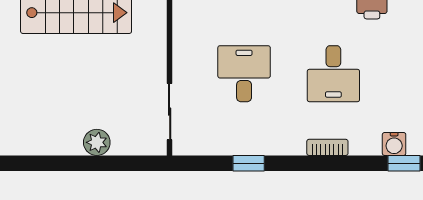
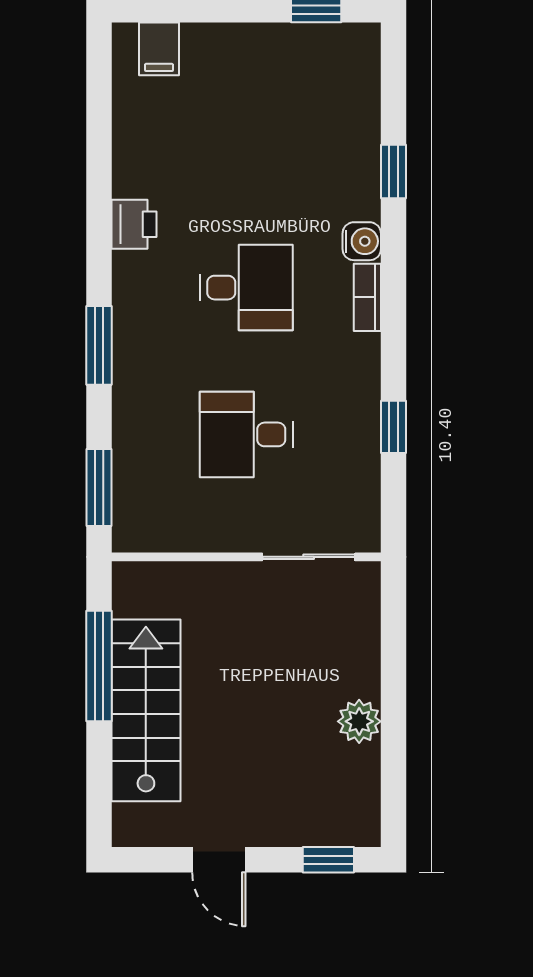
plant: (97, 142) -> (359, 721), moved
water cooler: (394, 144) -> (362, 241), moved

